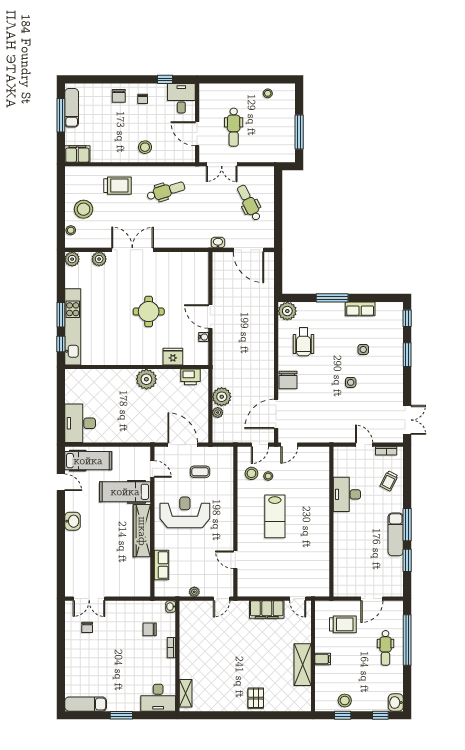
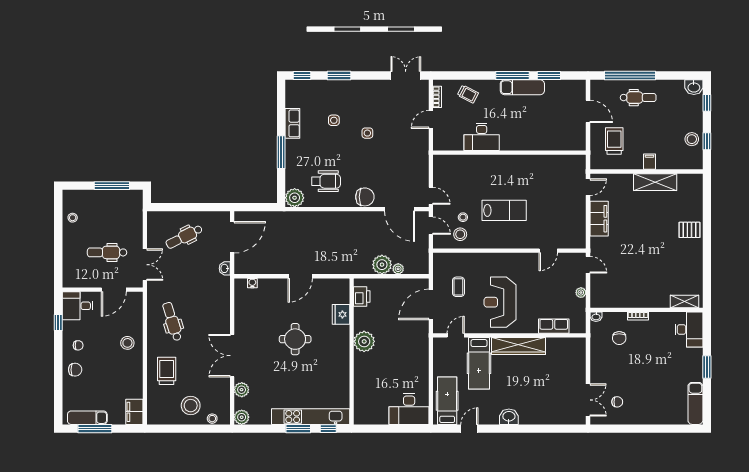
dental chair: (234, 127) -> (107, 252), turned 180
water cooler: (204, 337) -> (252, 283), moved

